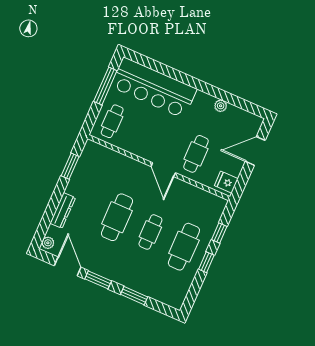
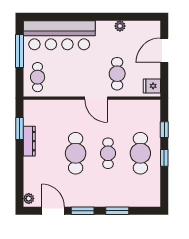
dresser: (63, 211) -> (29, 141), moved

